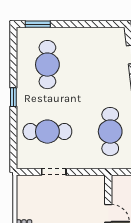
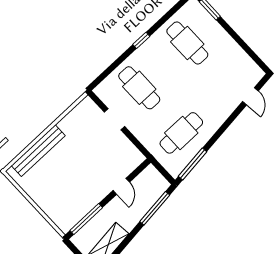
cafe table: (47, 65) -> (187, 43), turned 90

